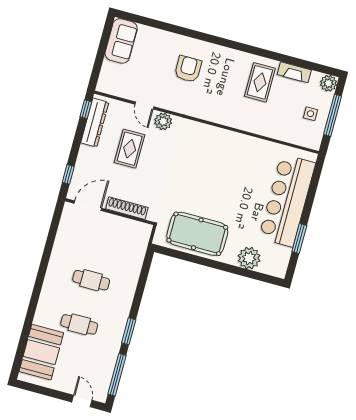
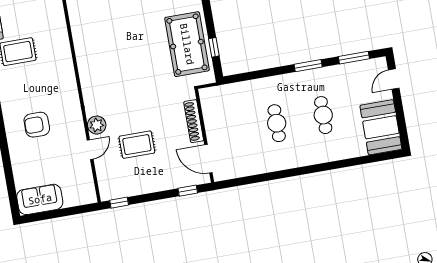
dresser: (95, 123) -> (128, 188), removed
window: (183, 256) -> (214, 47), added
booth: (41, 352) -> (381, 127), moved, turned 90
window: (117, 375) -> (354, 58), width x0.69

